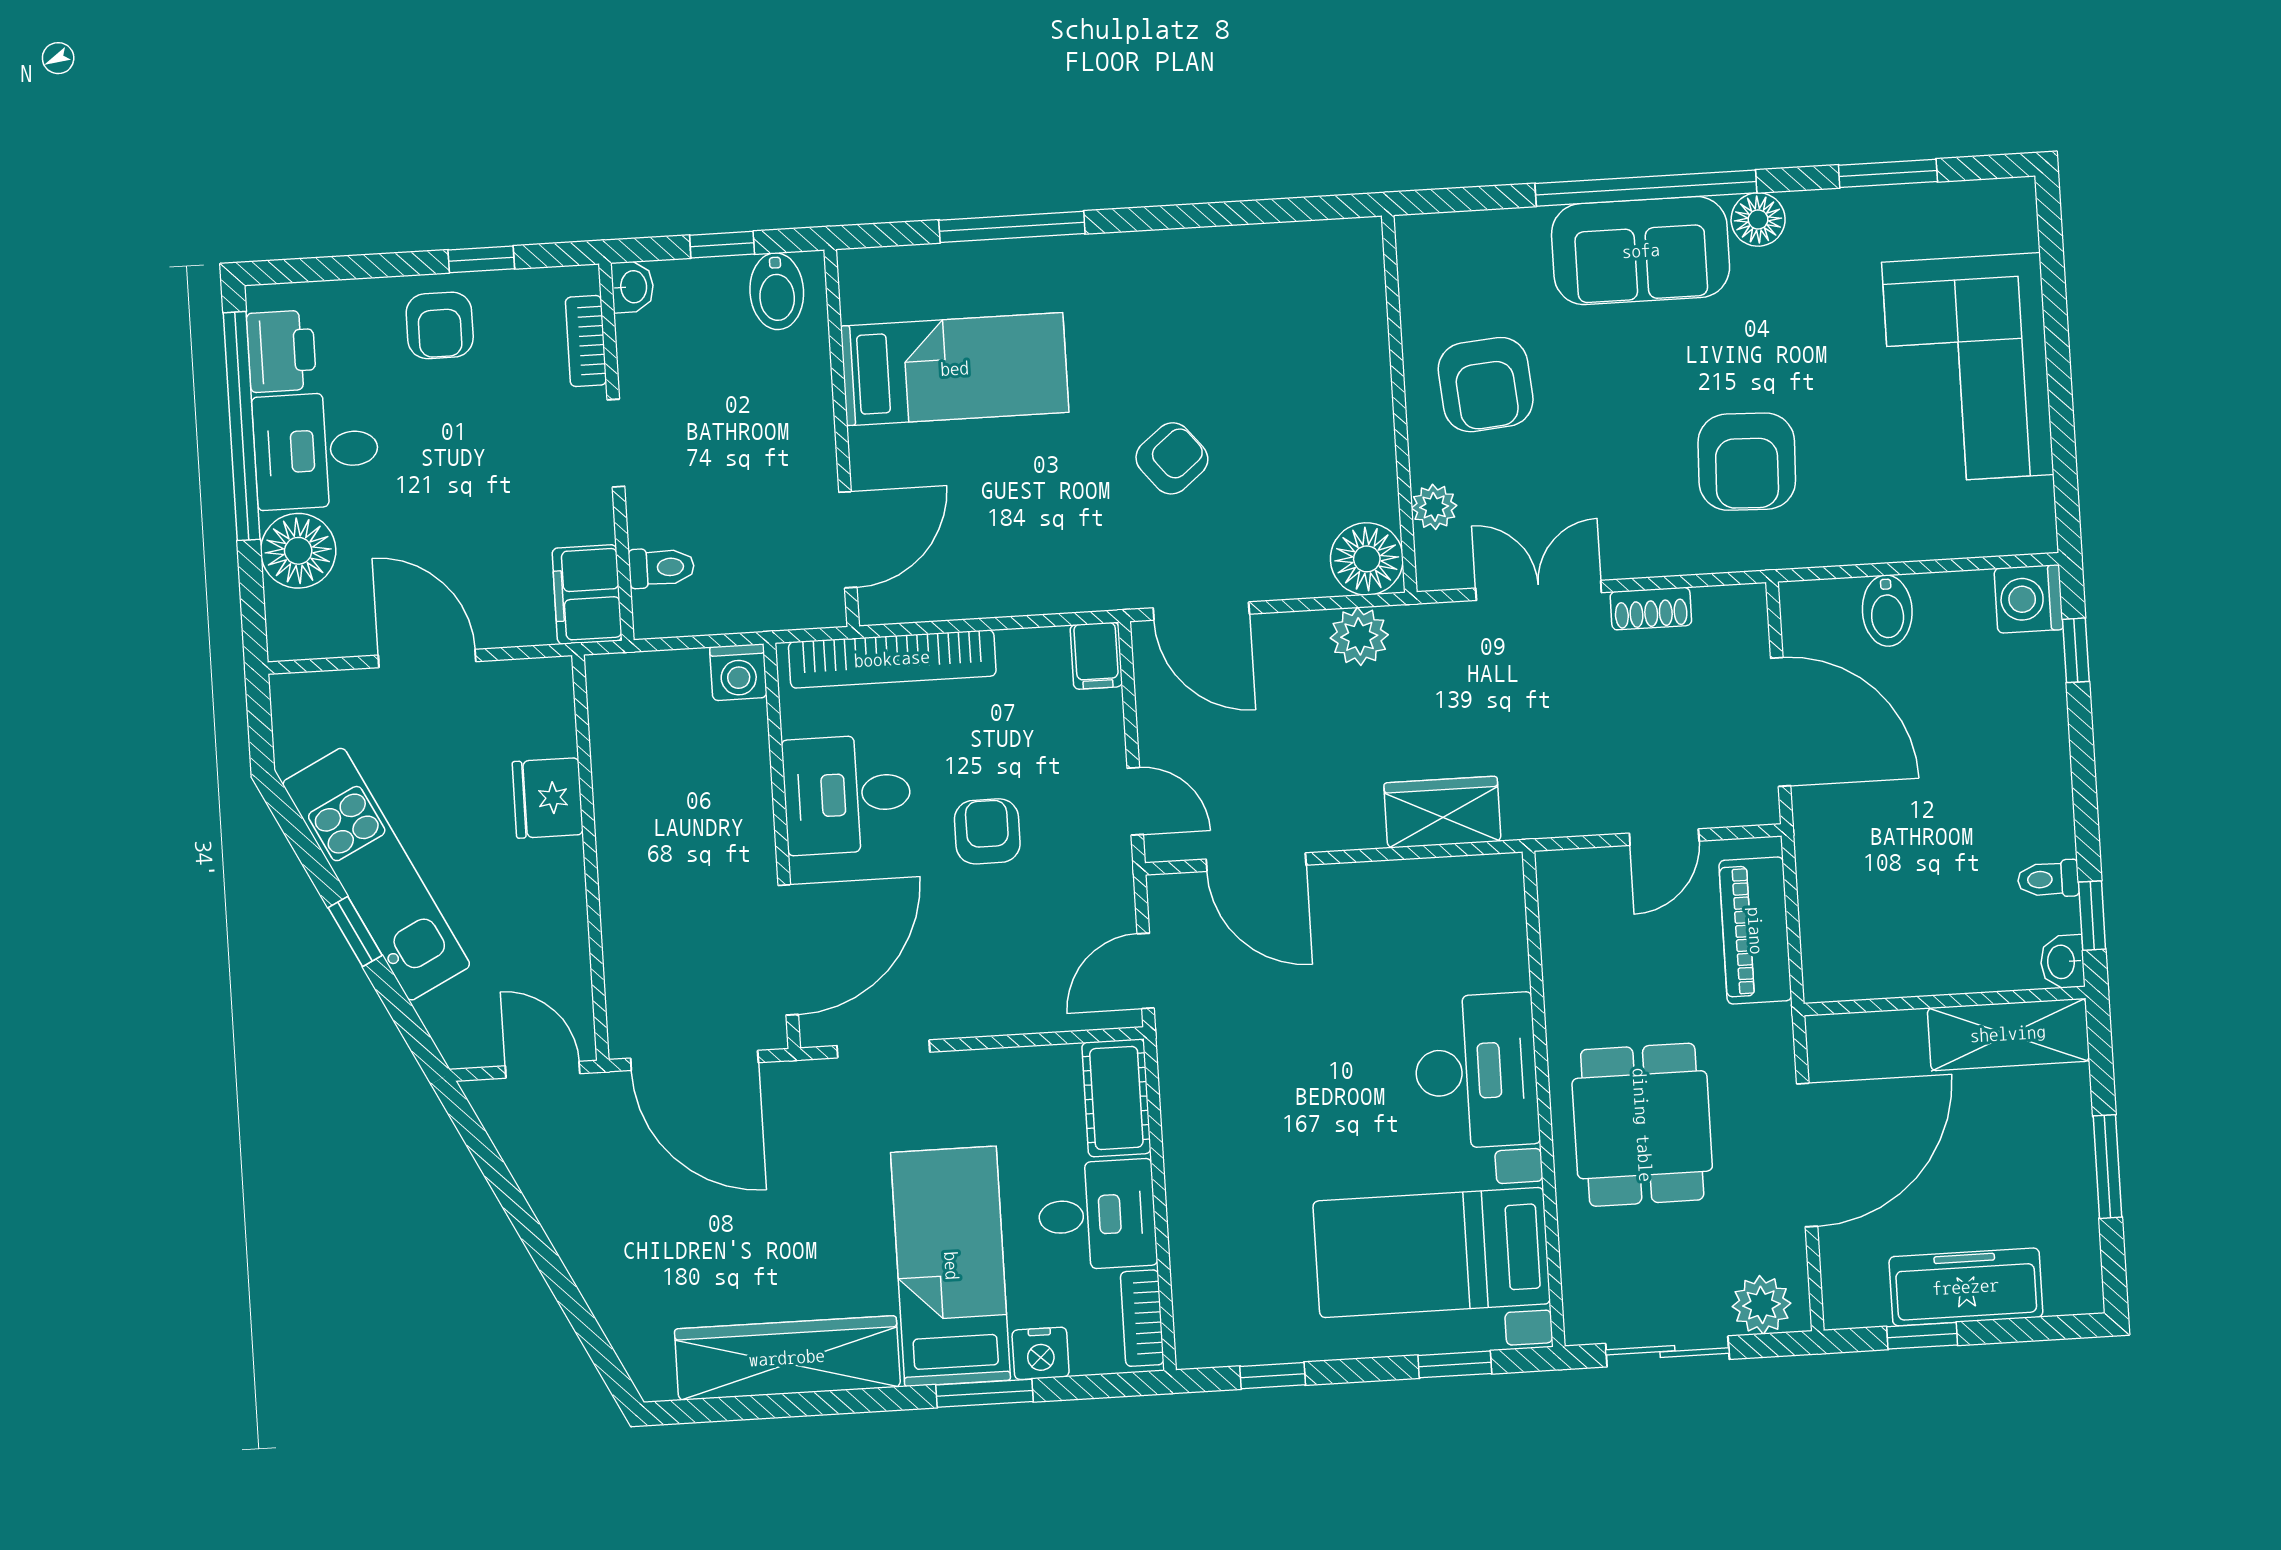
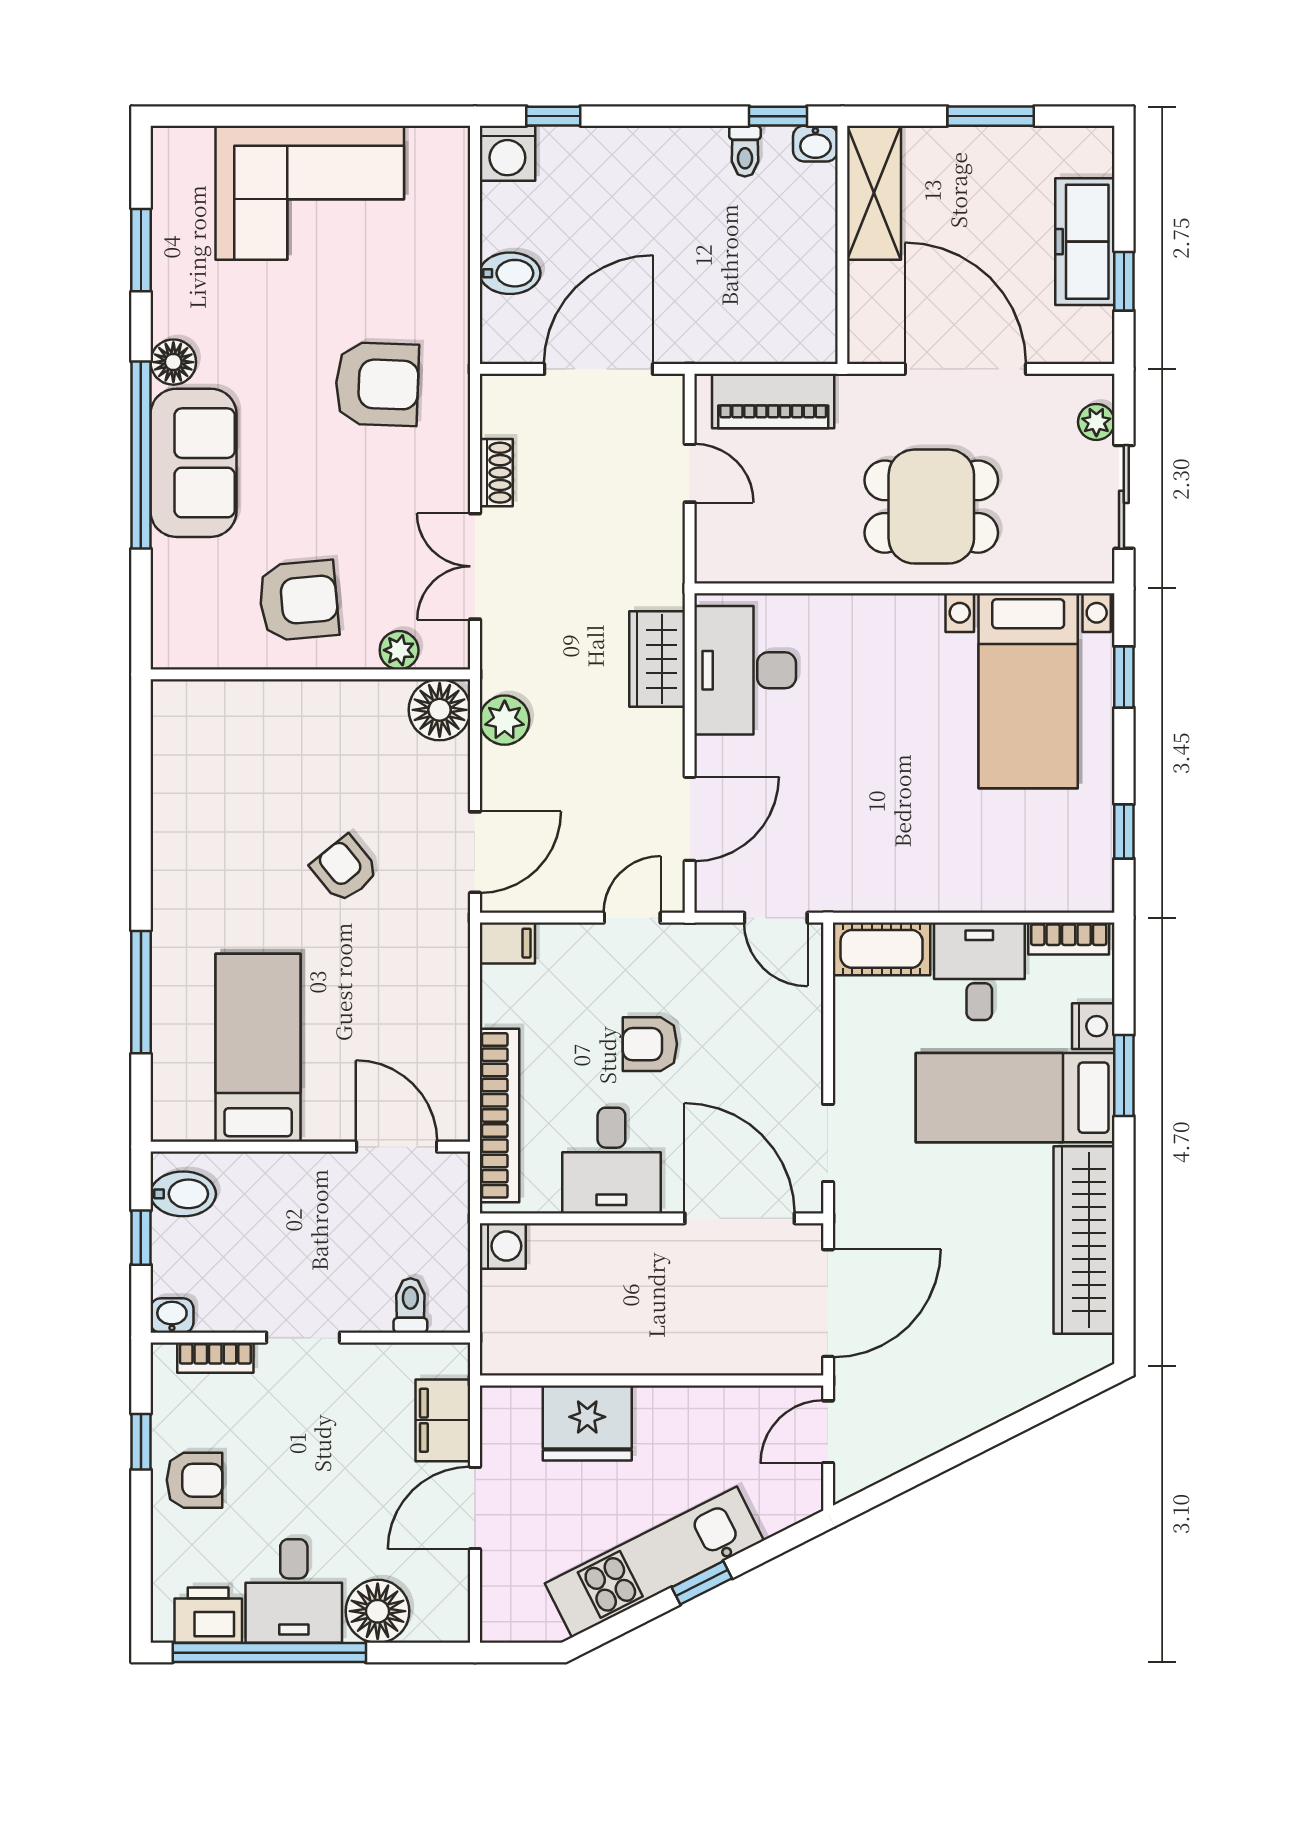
filing cabinet: (587, 594) -> (443, 1420), moved, turned 90
fridge: (548, 798) -> (587, 1423), width x1.36, depth x1.34
desk: (1476, 1071) -> (745, 670), moved, turned -90
plant: (1761, 1305) -> (1096, 422), width x0.73, depth x0.73

